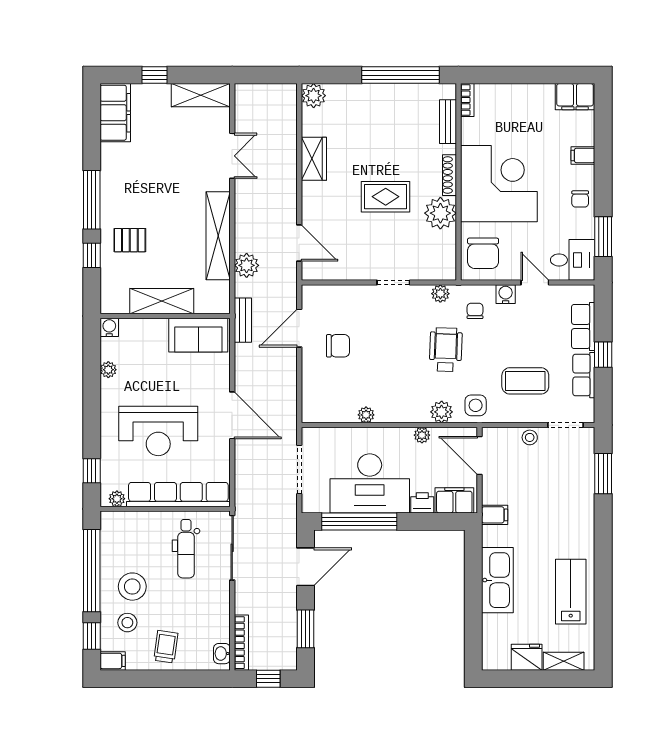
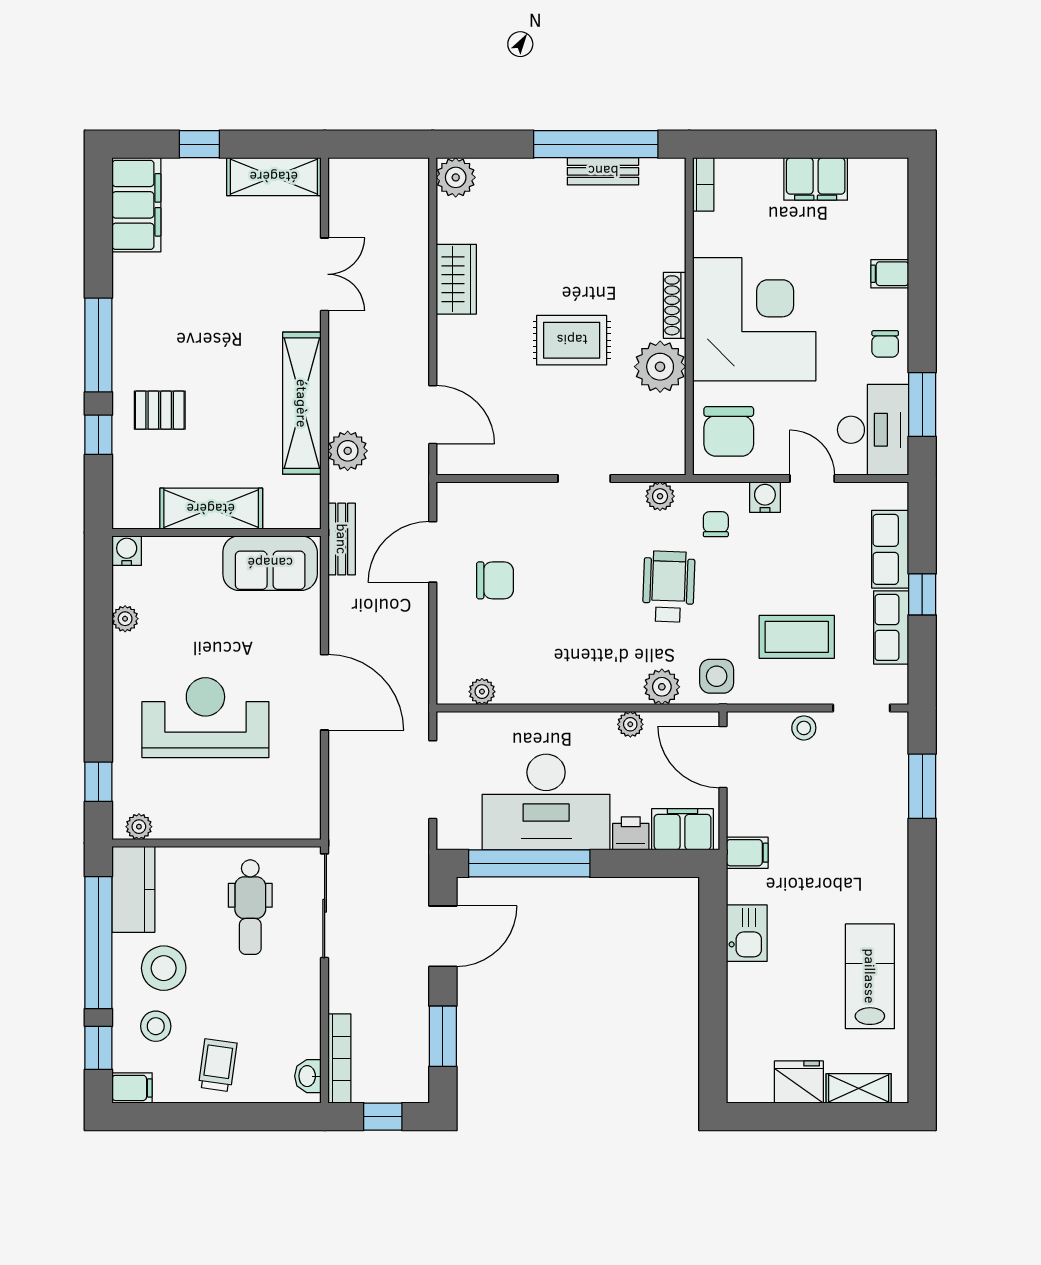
filing cabinet: (575, 97) -> (816, 179), moved
bench: (448, 122) -> (603, 171), moved, turned 90
desk: (573, 260) -> (873, 430), width x1.37
plant: (366, 415) -> (482, 692), moved
reception desk: (158, 431) -> (205, 718), turned 180
row of seats: (178, 495) -> (238, 820), removed
kitchen counter: (113, 538) -> (133, 889), added
kitchen sink: (497, 580) -> (747, 933), width x0.53, depth x0.81

